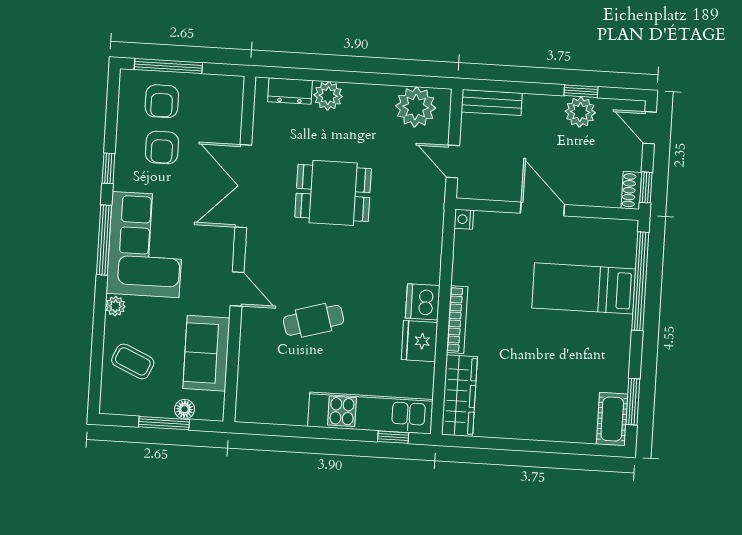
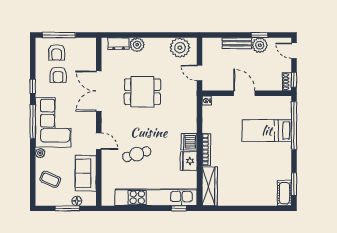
bench: (492, 103) -> (237, 43), moved
kitchen unit: (370, 413) -> (156, 197), width x1.36

